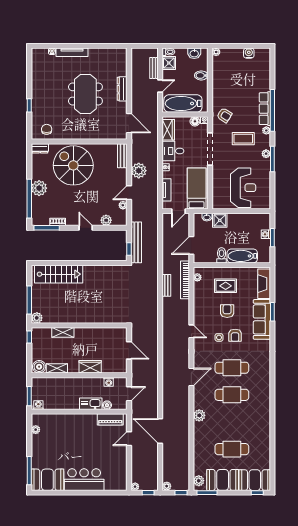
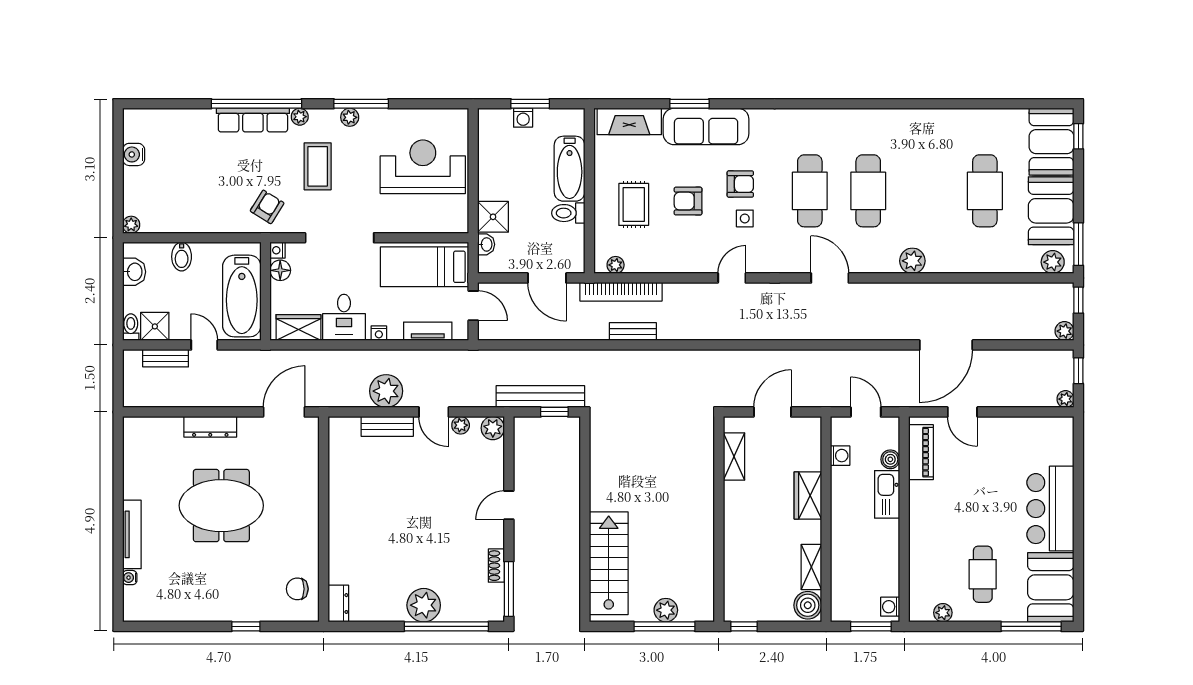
bench: (122, 156) -> (387, 426), moved
spiral stairs: (73, 165) -> (375, 532), removed
plant: (106, 220) -> (493, 428), moved
plant: (37, 318) -> (666, 610), moved
shelving: (63, 332) -> (734, 456), moved
cafe table: (54, 448) -> (983, 574), added

